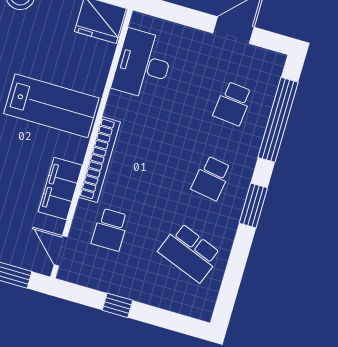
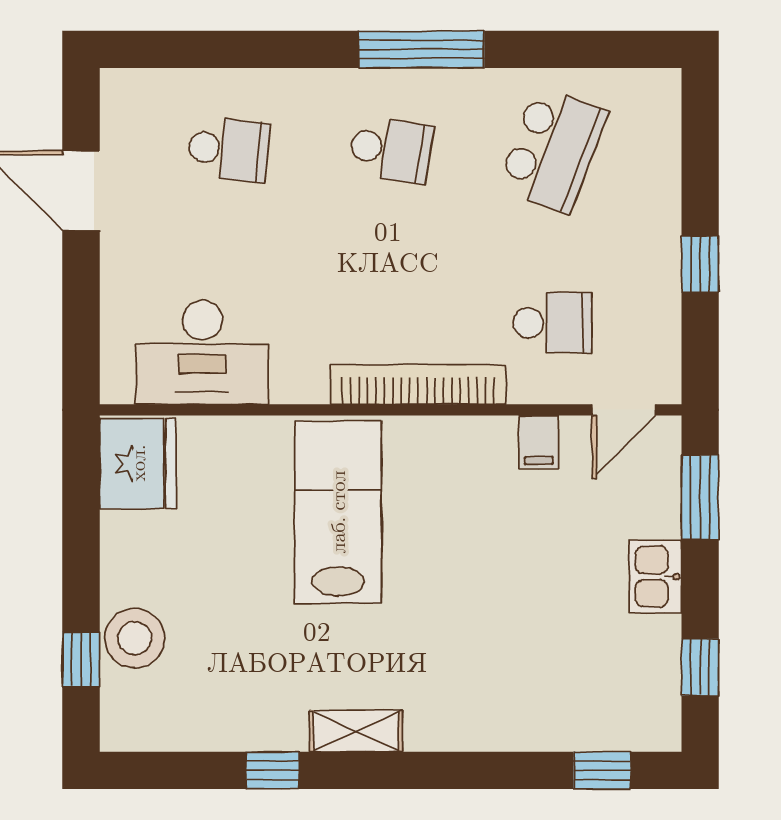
window: (278, 120) -> (235, 49), removed
filing cabinet: (60, 188) -> (539, 442), width x0.33, depth x0.86
window: (253, 206) -> (421, 49), width x1.44

